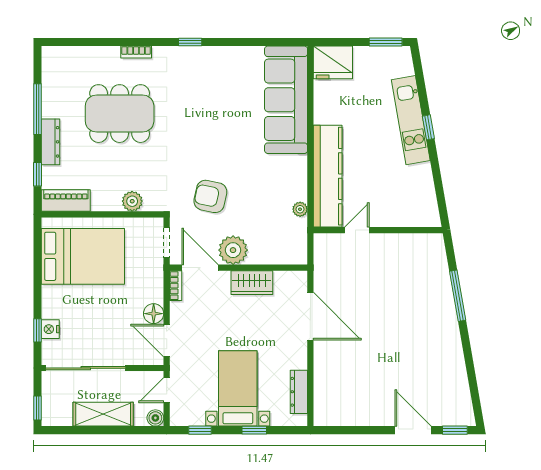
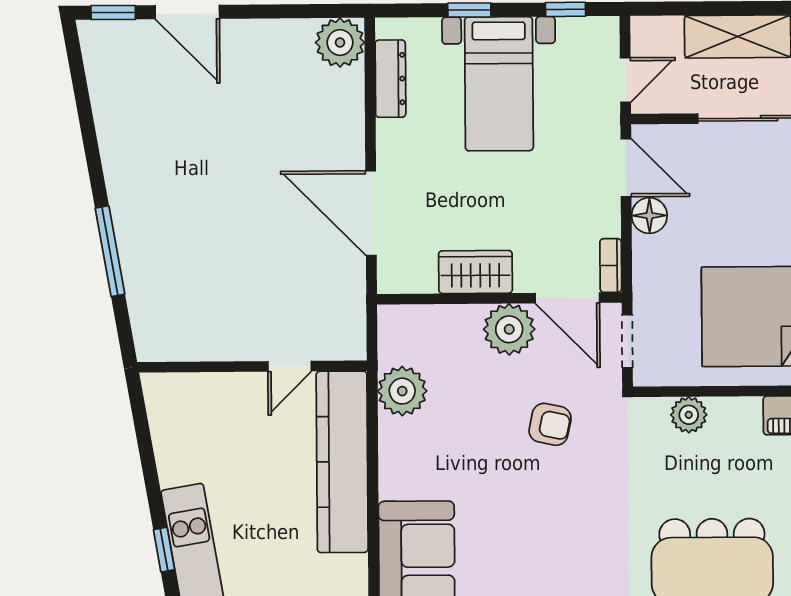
armchair: (210, 196) -> (550, 424), width x0.72, depth x0.72
plant: (300, 209) -> (402, 391), width x1.87, depth x1.87
plant: (327, 412) -> (340, 43), added
boiler: (155, 418) -> (645, 30), removed

